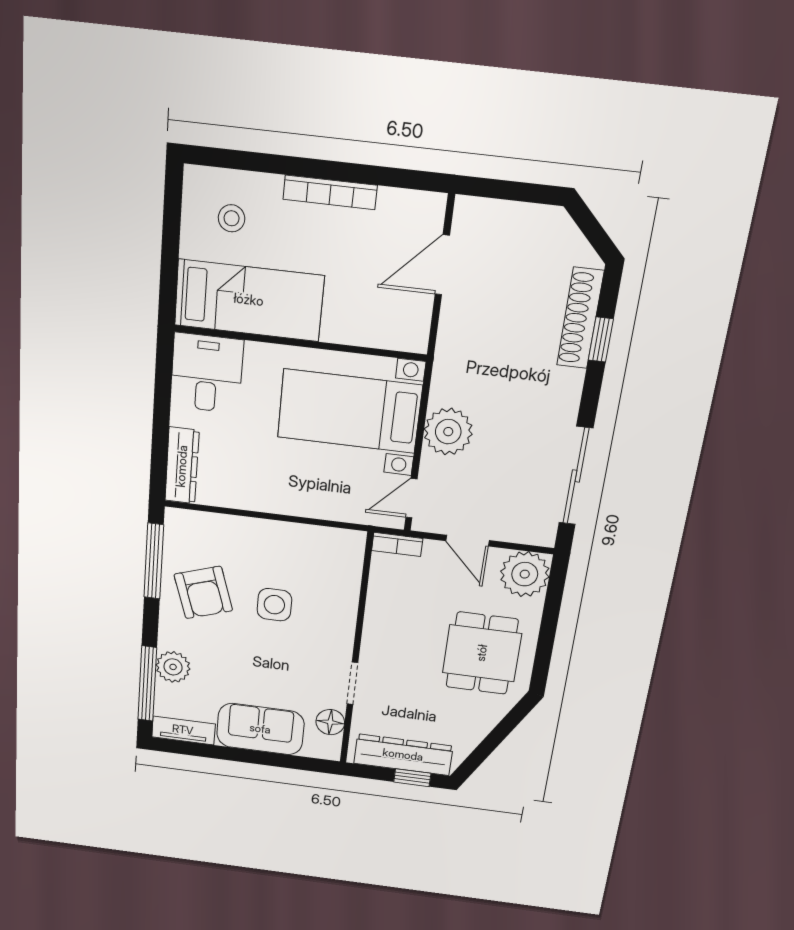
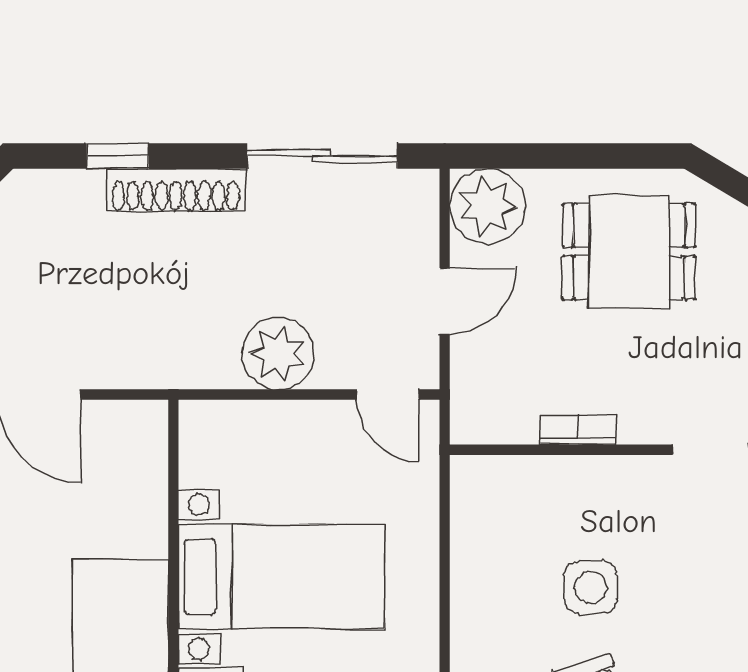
shoe rack: (580, 318) -> (176, 190), moved
bed with nightstands: (350, 411) -> (281, 577), moved, turned -90
bookcase: (397, 544) -> (578, 430), moved, turned -90

